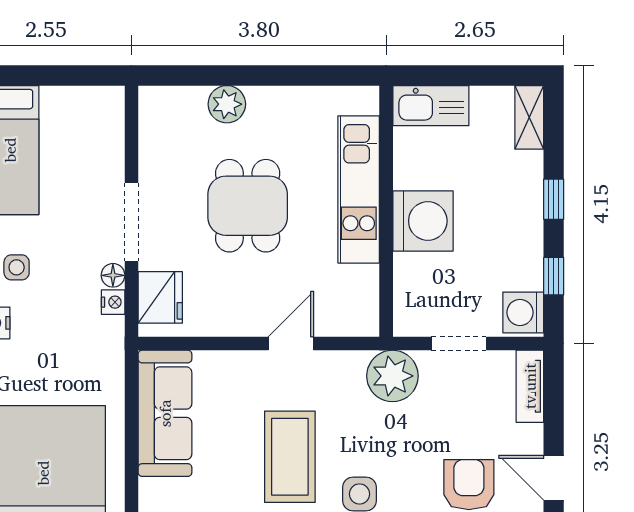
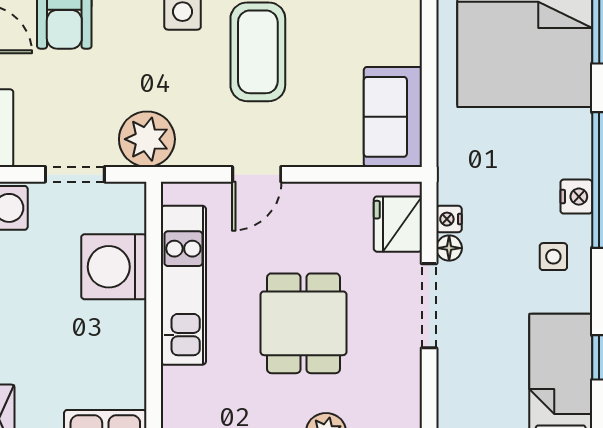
kitchen unit: (359, 189) -> (183, 285), moved
washing machine: (423, 221) -> (114, 267), moved
sofa: (165, 413) -> (393, 117), width x0.73

